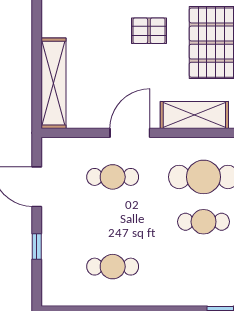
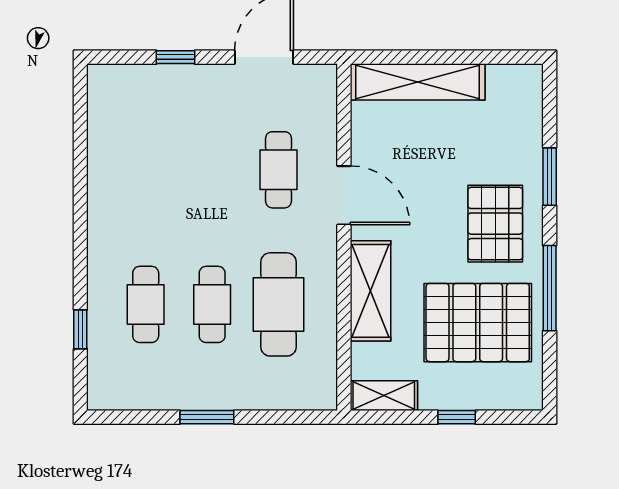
pallet: (149, 31) -> (495, 224), width x1.50, depth x1.42
cafe table: (113, 267) -> (146, 304), moved

